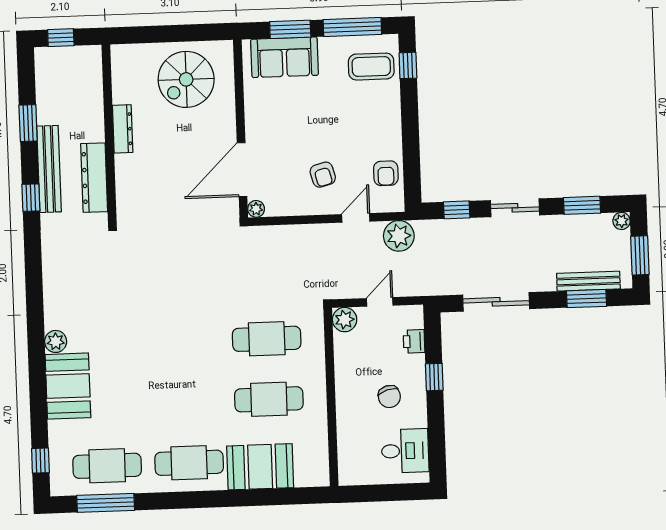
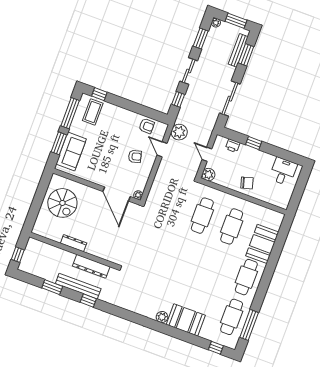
chair: (389, 397) -> (247, 183), moved

